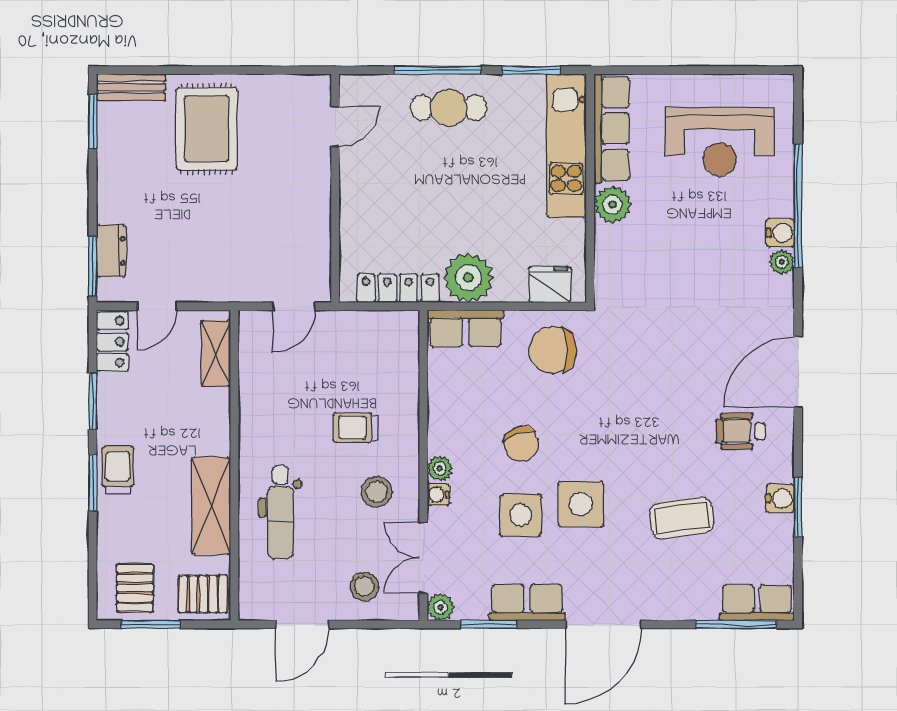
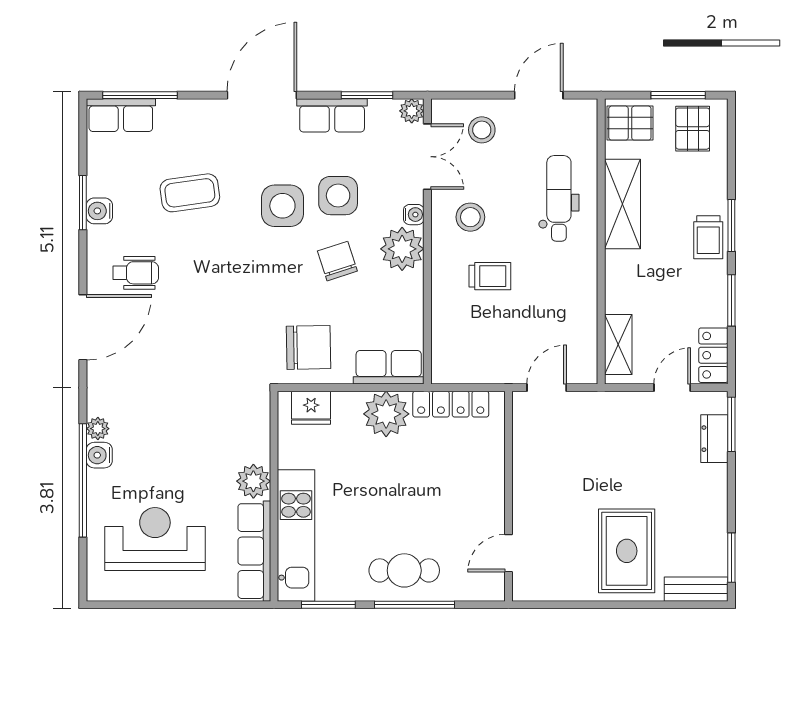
plant: (440, 468) -> (402, 249), width x1.88, depth x1.88

